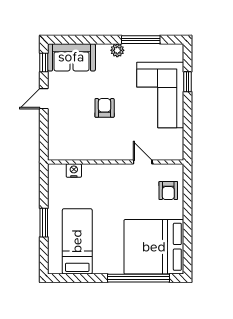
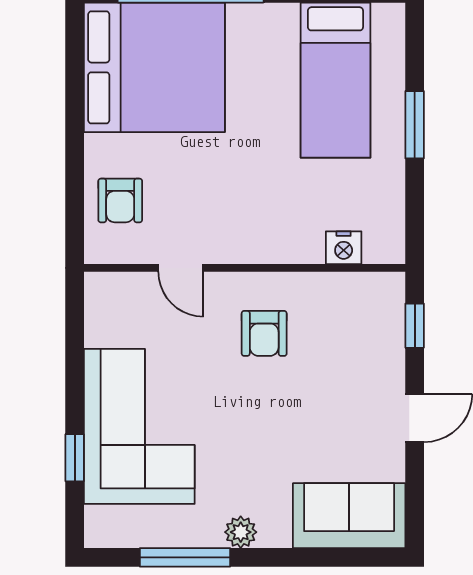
window: (44, 62) -> (415, 326), moved
armchair: (105, 108) -> (264, 333), moved
armchair: (168, 191) -> (120, 200), turned 180

